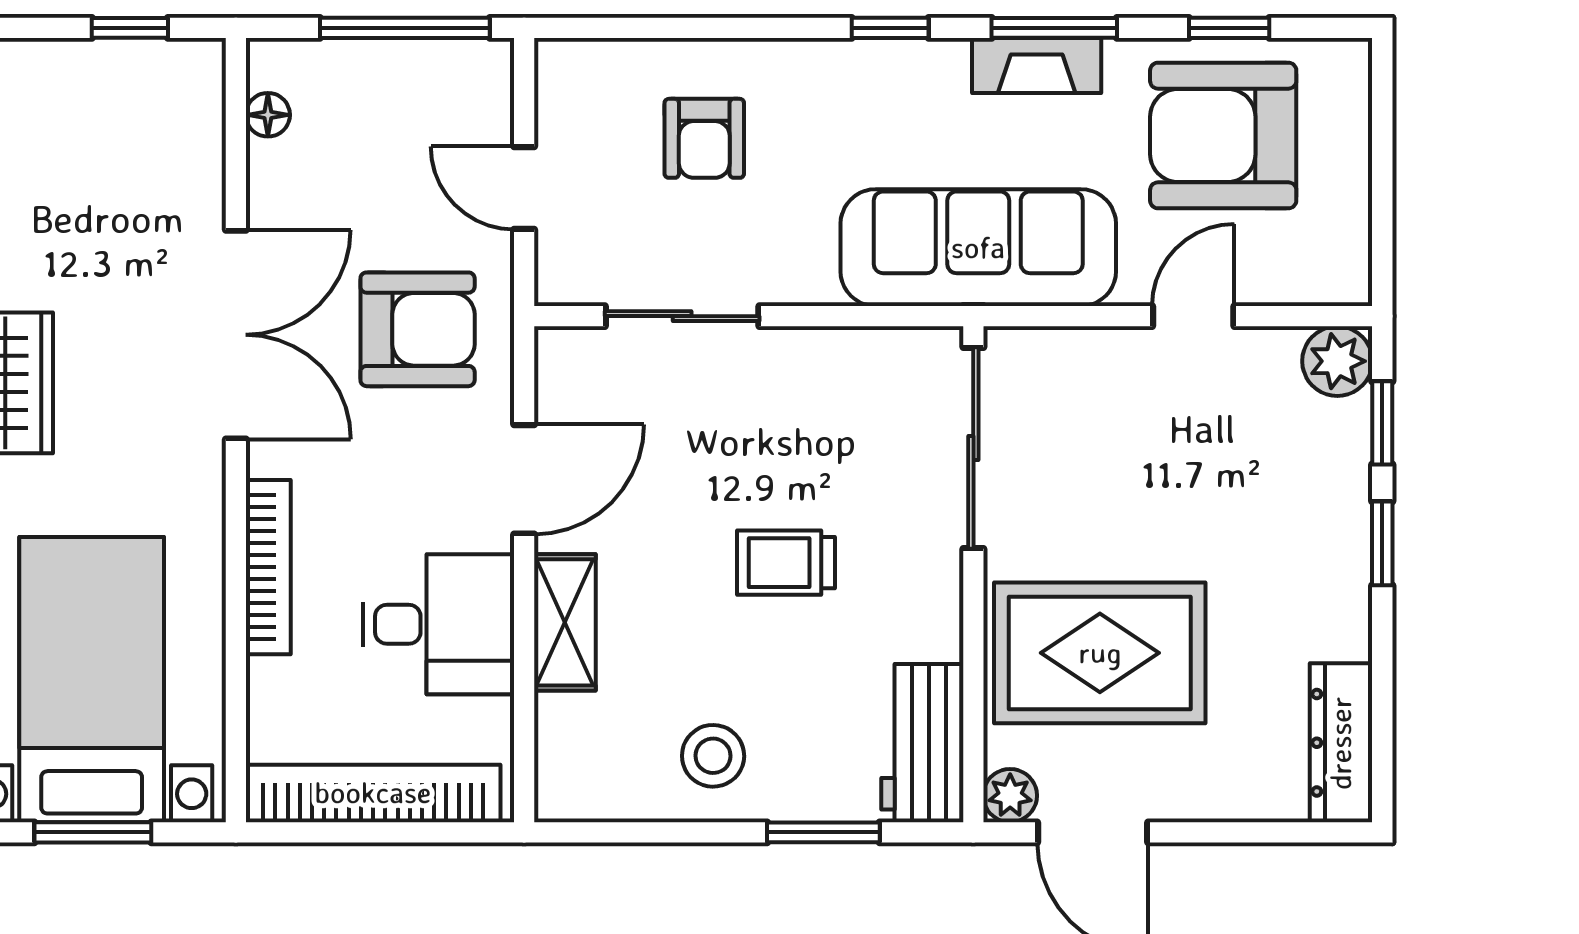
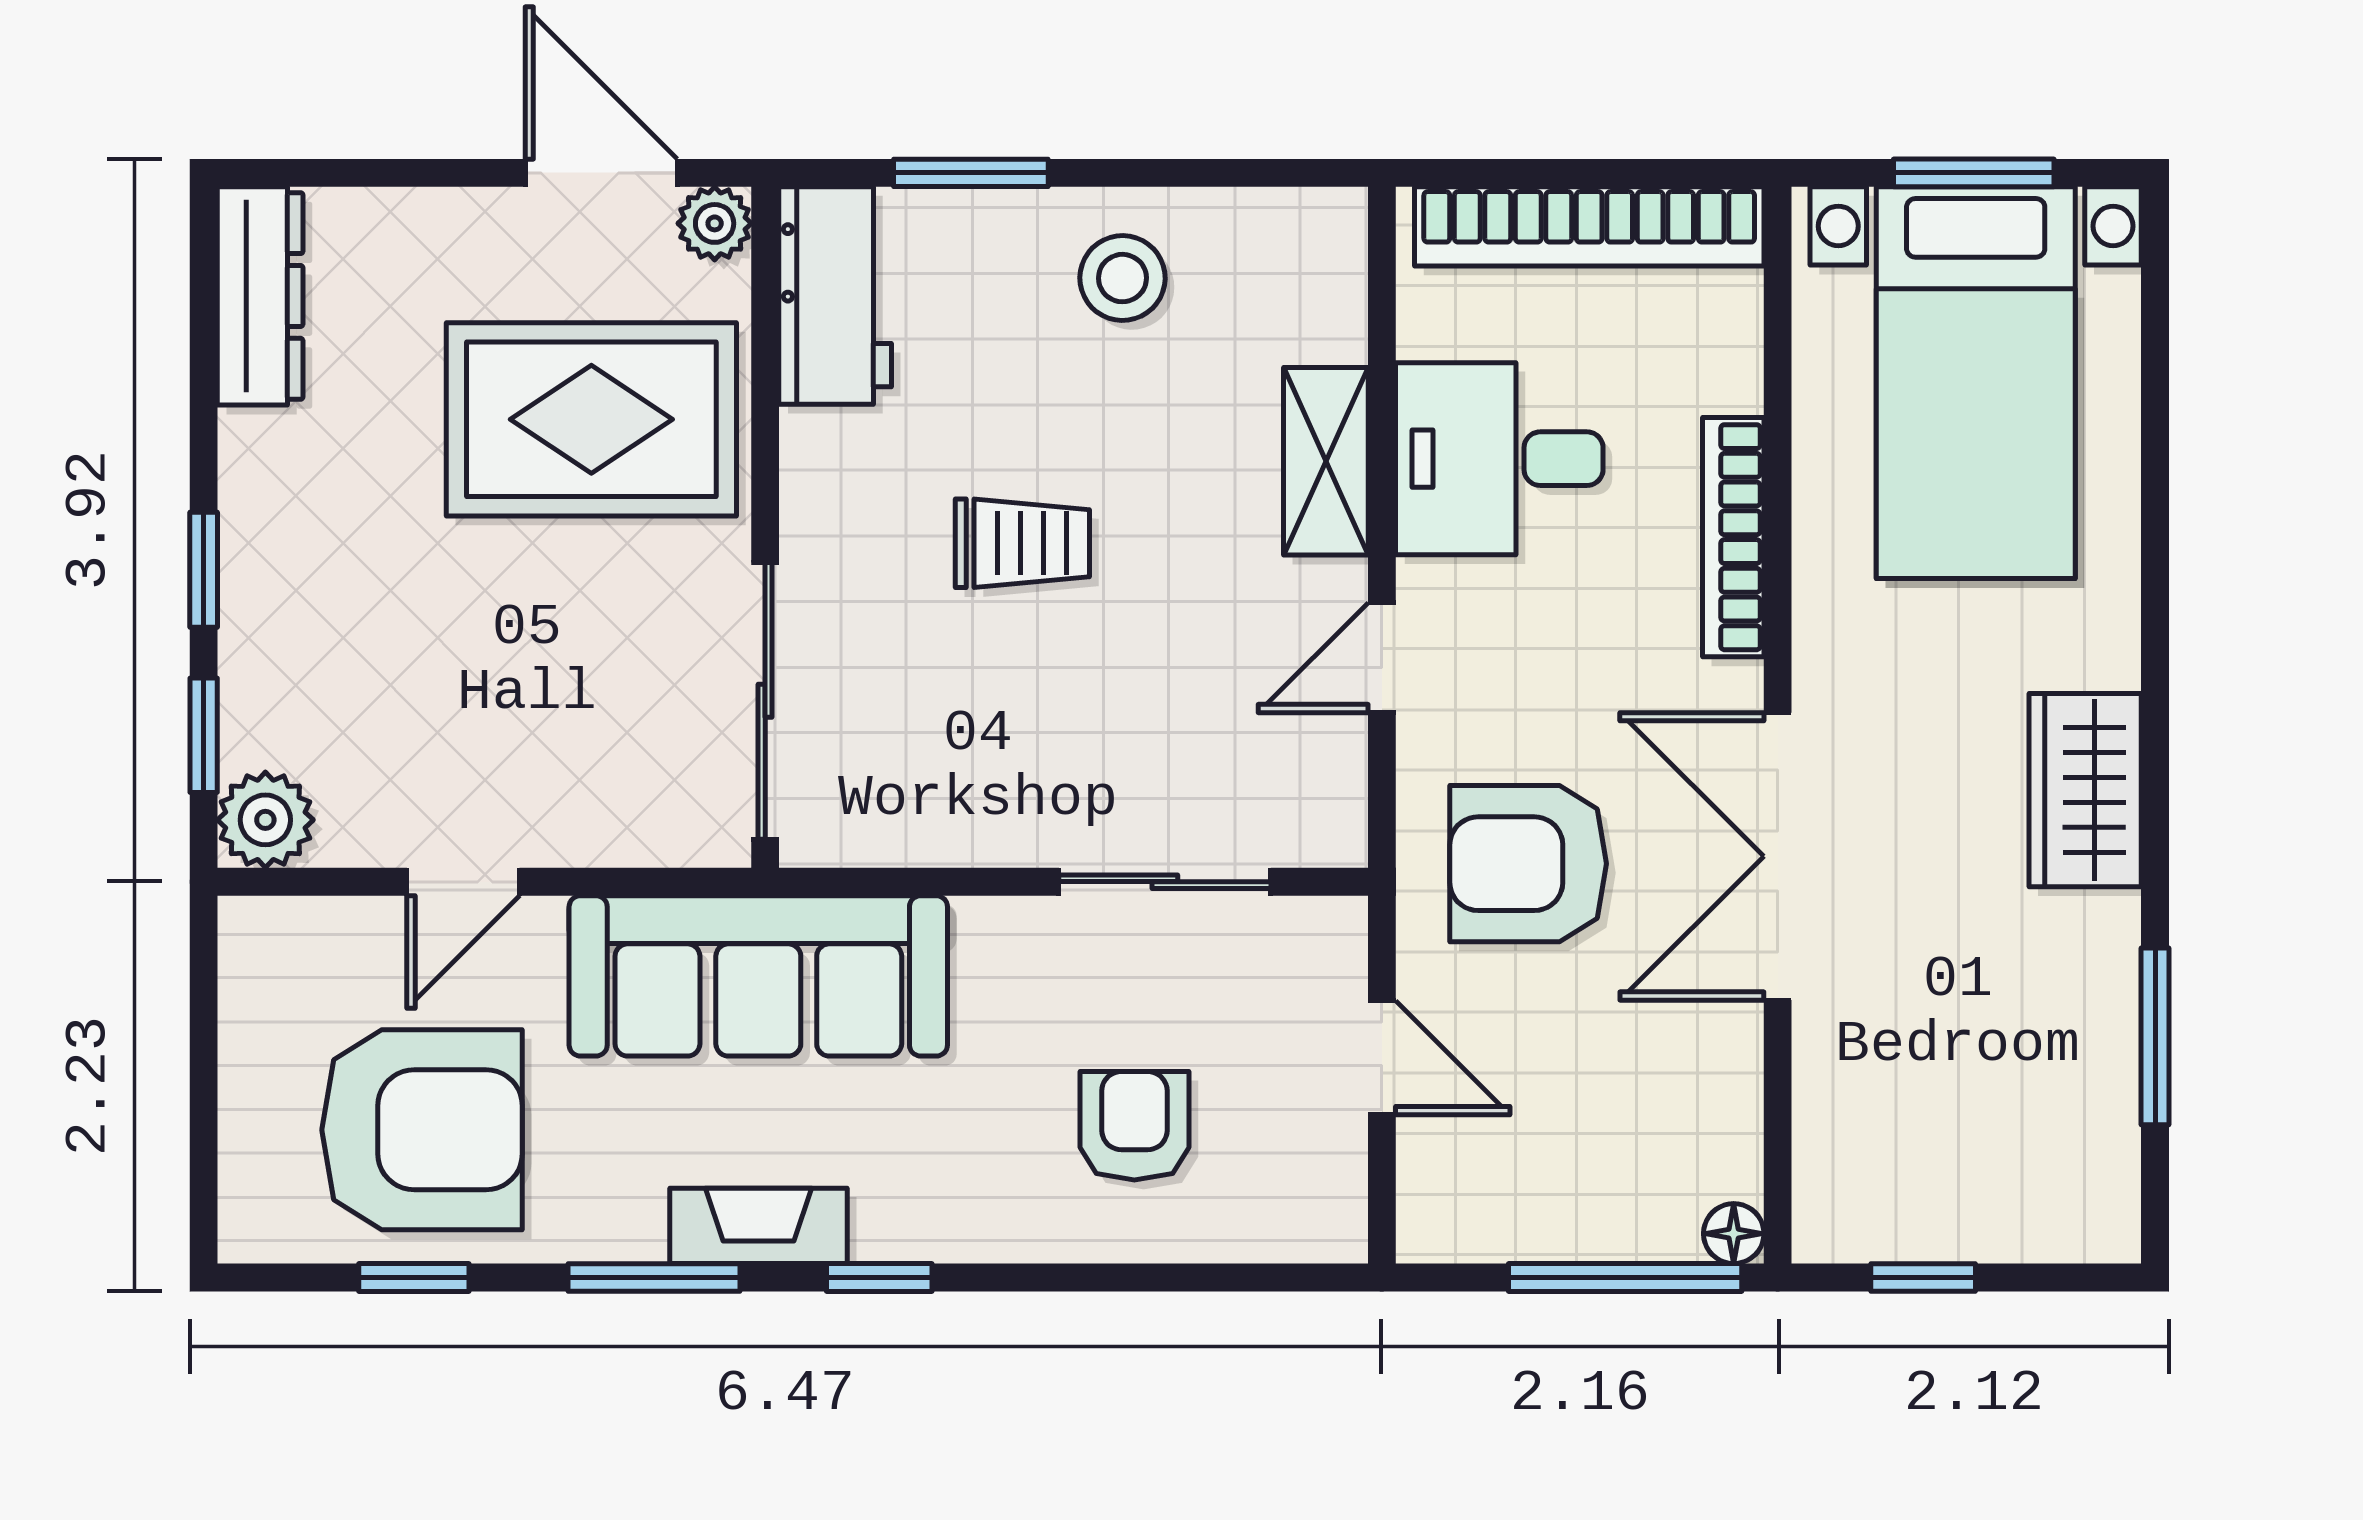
window: (405, 28) -> (1625, 1278), moved
fireplace: (1037, 65) -> (758, 1226), moved
floor lamp: (268, 115) -> (1734, 1234), moved
door: (524, 479) -> (1382, 658), width x0.73

